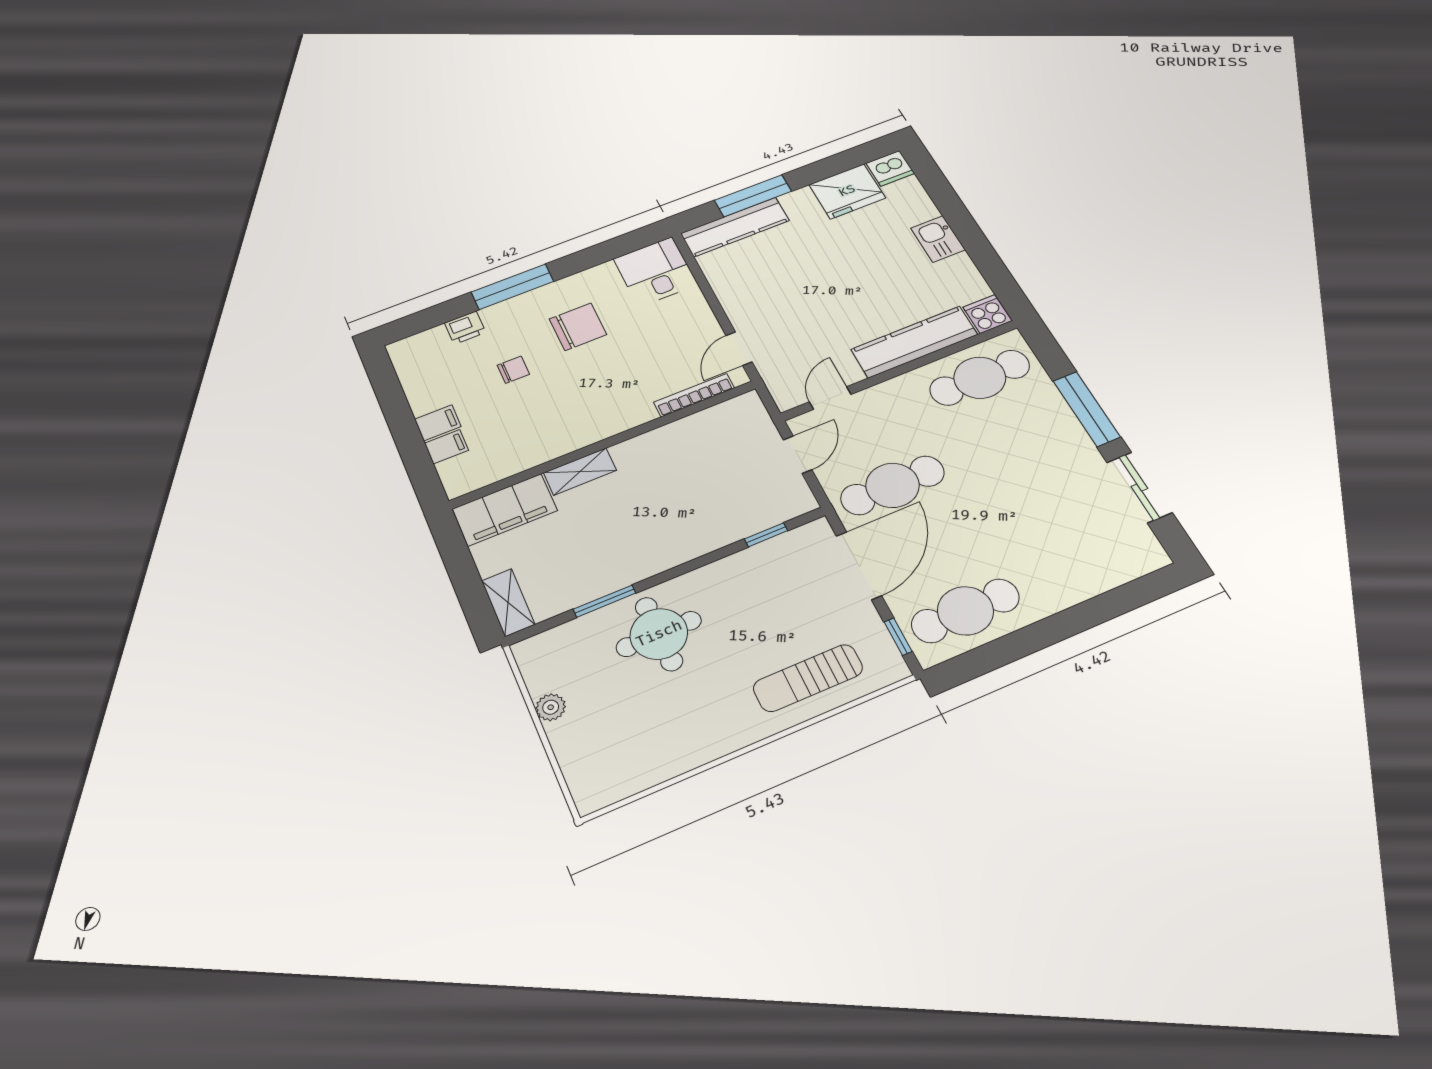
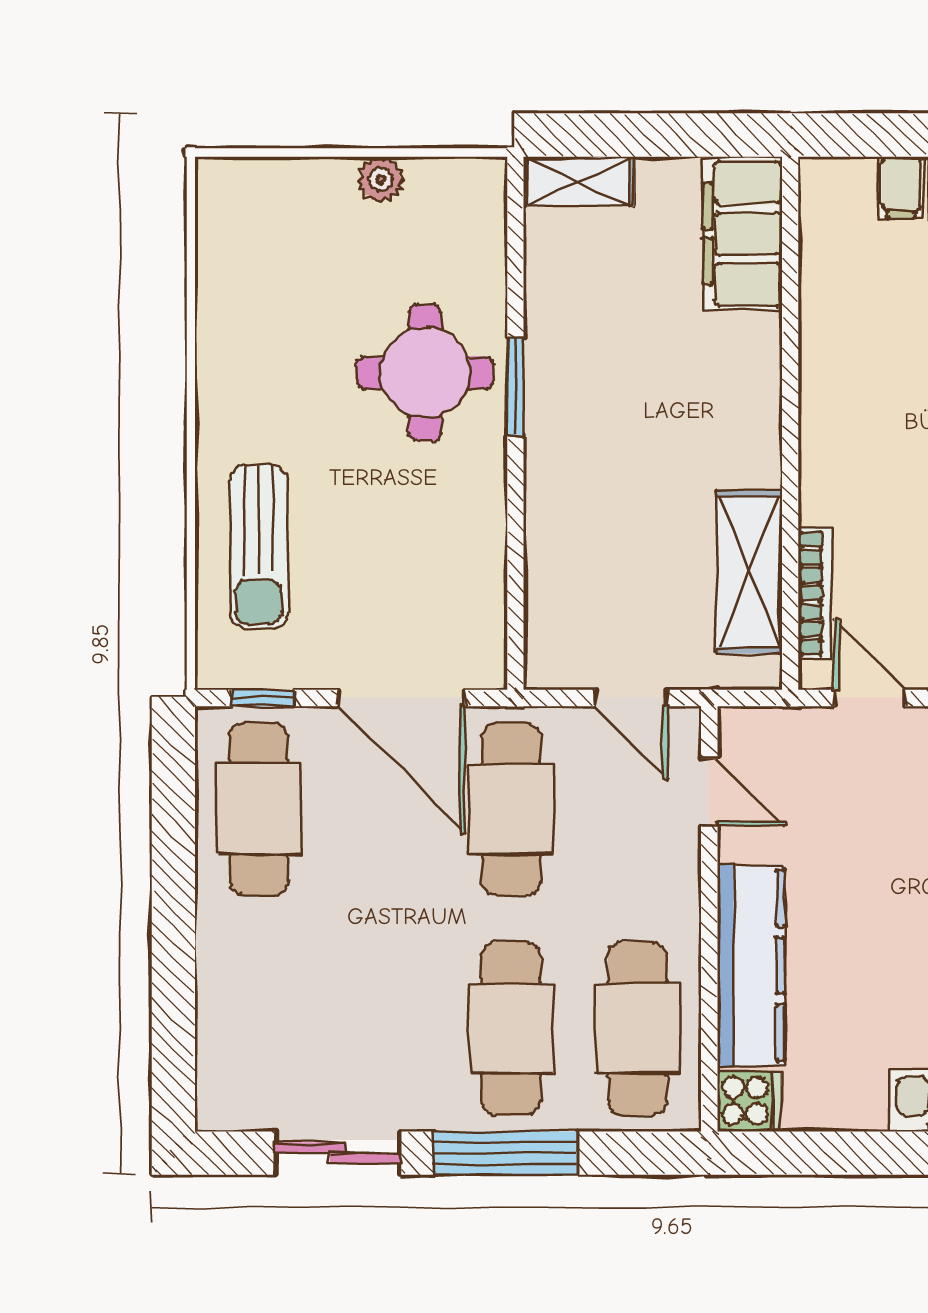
cafe table: (1016, 435) -> (511, 1029), added
shelving: (580, 471) -> (749, 572), moved, width x1.50, depth x1.33
window: (766, 535) -> (515, 591), removed
window: (604, 601) -> (515, 387), moved
sun lounger: (808, 678) -> (259, 547), turned 180

